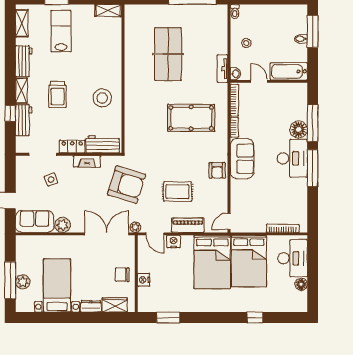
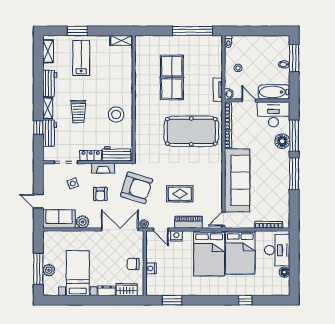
pool table: (191, 118) -> (191, 131), width x1.36, depth x1.32
desk: (292, 158) -> (274, 114), moved, turned -90
sofa: (242, 159) -> (237, 180), width x1.85, depth x1.27
armchair: (217, 170) -> (100, 194), moved

